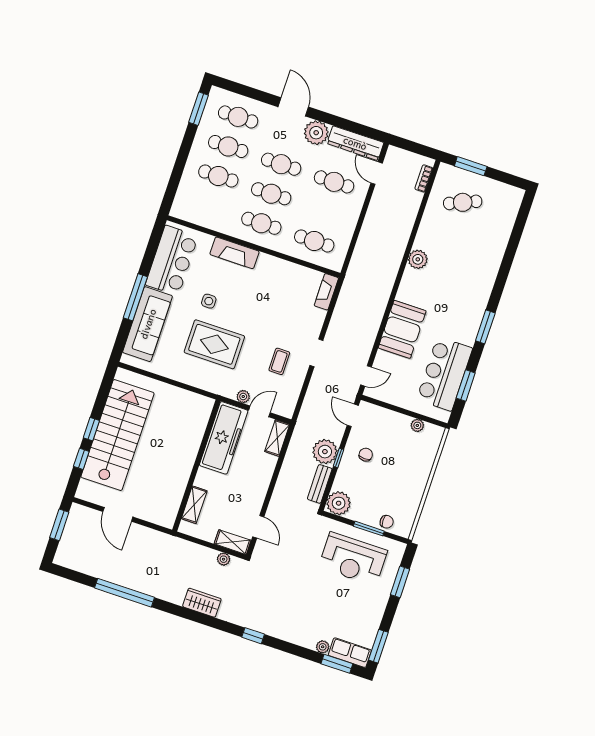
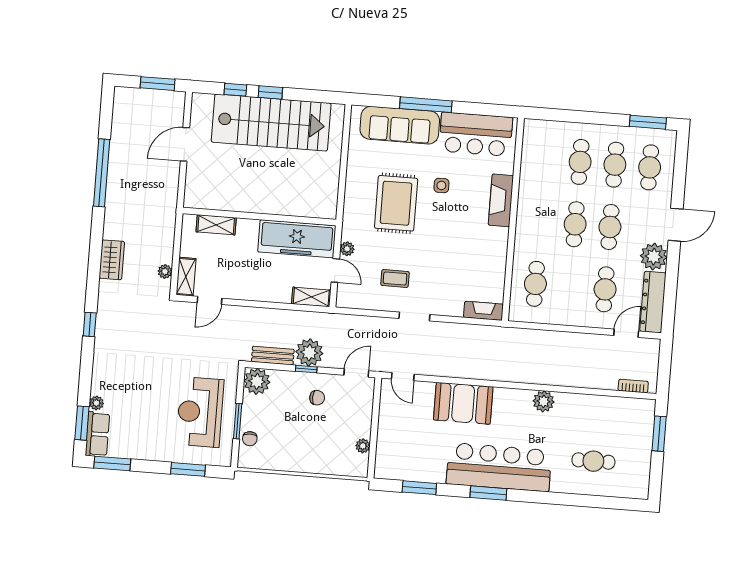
cafe table: (463, 202) -> (593, 461), moved, turned -67
cafe table: (261, 223) -> (540, 222), removed
bar counter: (444, 374) -> (499, 467), moved, width x1.36

